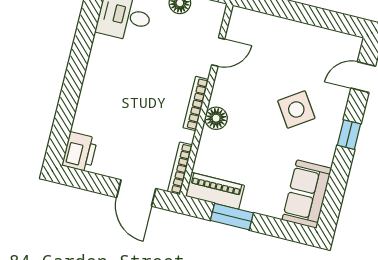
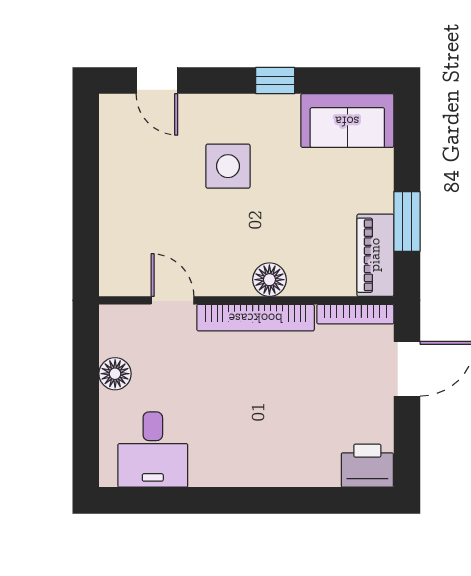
bookcase: (196, 104) -> (256, 318), width x1.48, depth x1.31
side table: (296, 109) -> (228, 166), turned 34
window: (349, 135) -> (275, 81), moved

